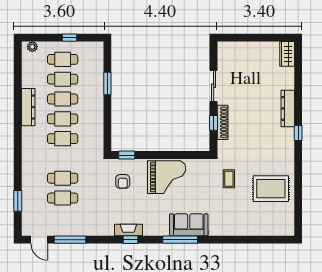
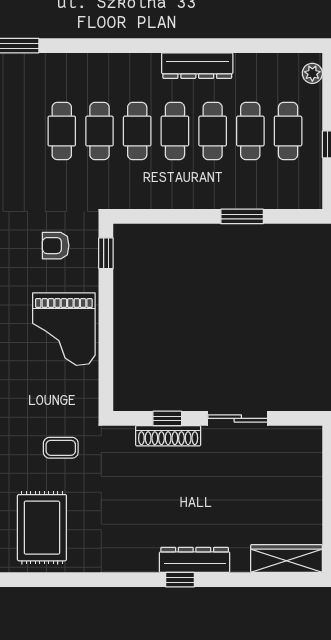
wardrobe: (287, 54) -> (287, 559), width x1.50
window: (298, 133) -> (180, 580), moved
cafe table: (63, 198) -> (99, 131), moved

